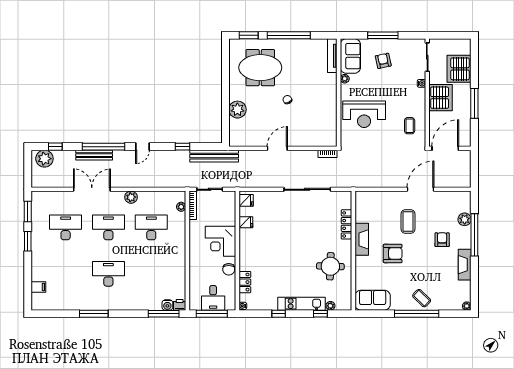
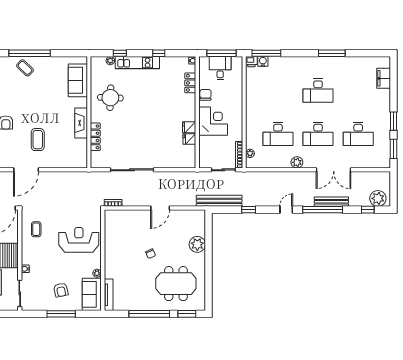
fridge: (246, 200) -> (189, 127), moved
armchair: (393, 253) -> (52, 110), removed
filing cabinet: (38, 287) -> (384, 78), width x2.00
sofa: (373, 300) -> (78, 80), moved, turned 90

